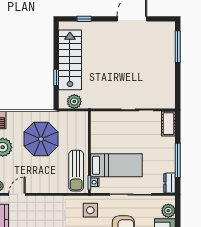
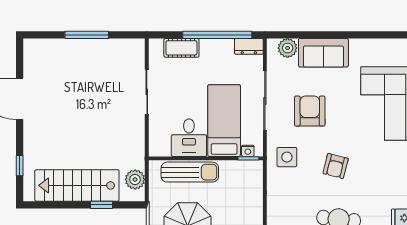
window: (178, 47) -> (87, 35), moved
cot: (168, 124) -> (181, 48), moved
desk: (104, 140) -> (189, 138), added
window: (178, 160) -> (217, 35), width x1.46
sun lounger: (76, 171) -> (190, 172), moved

